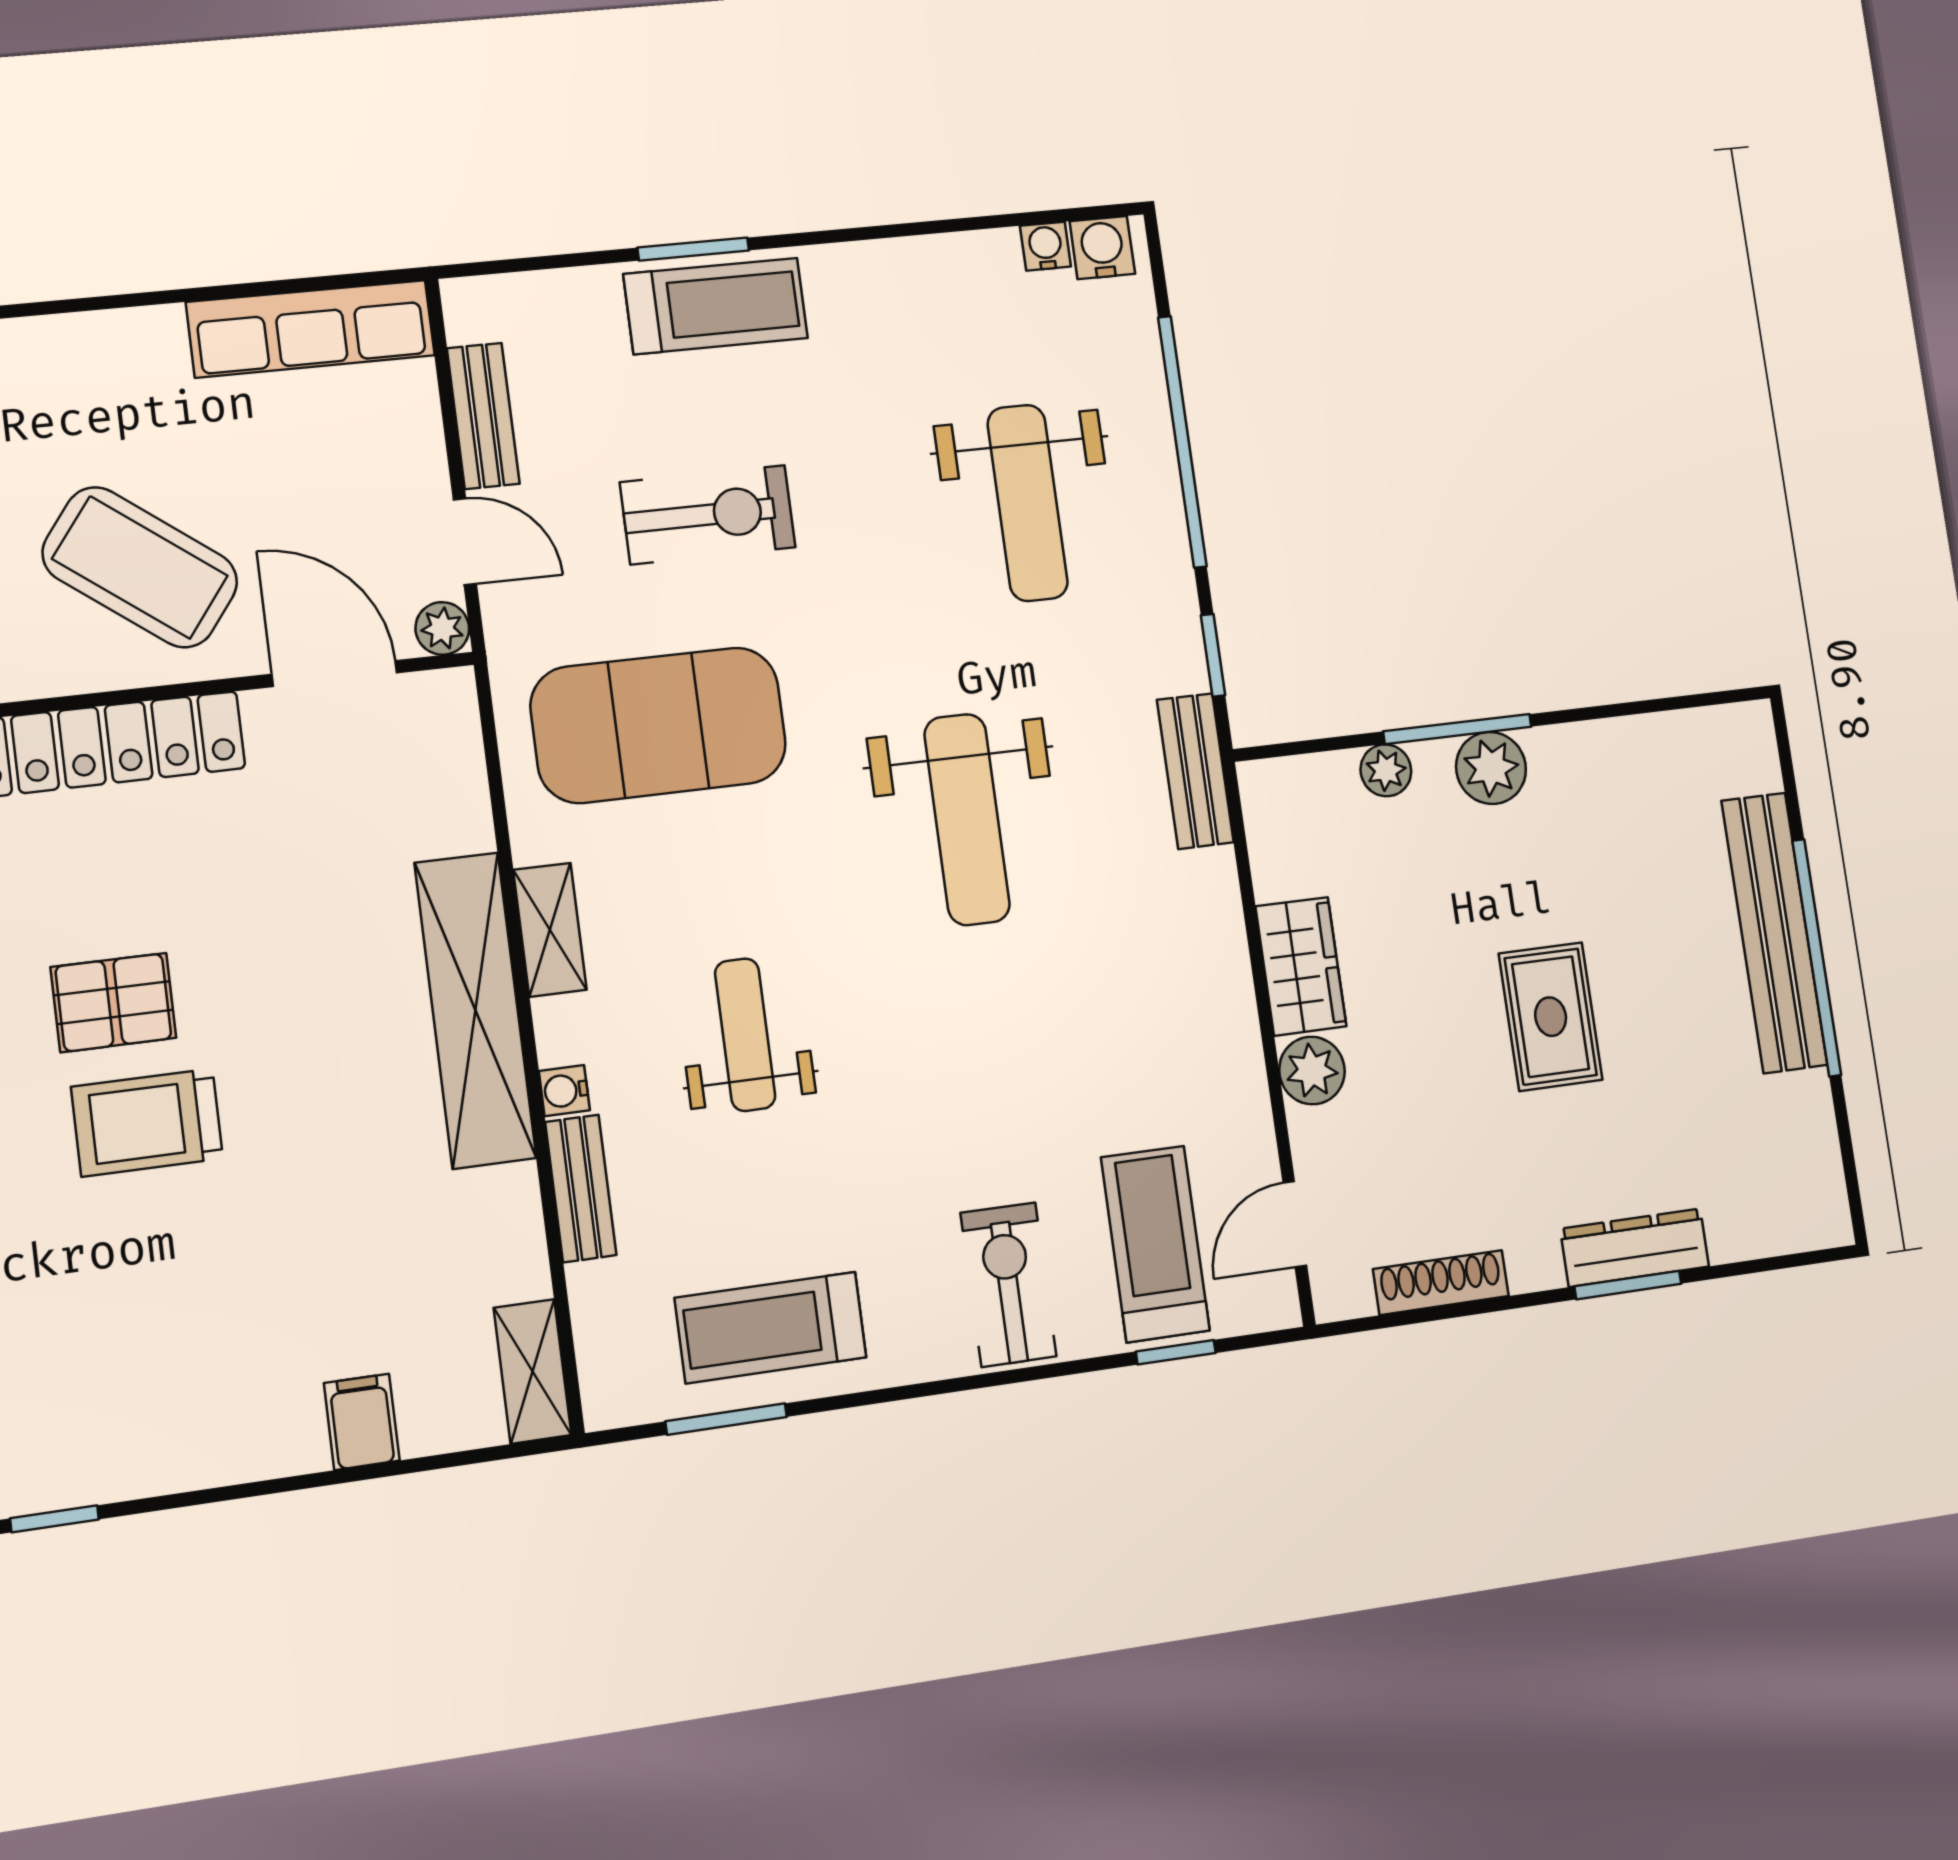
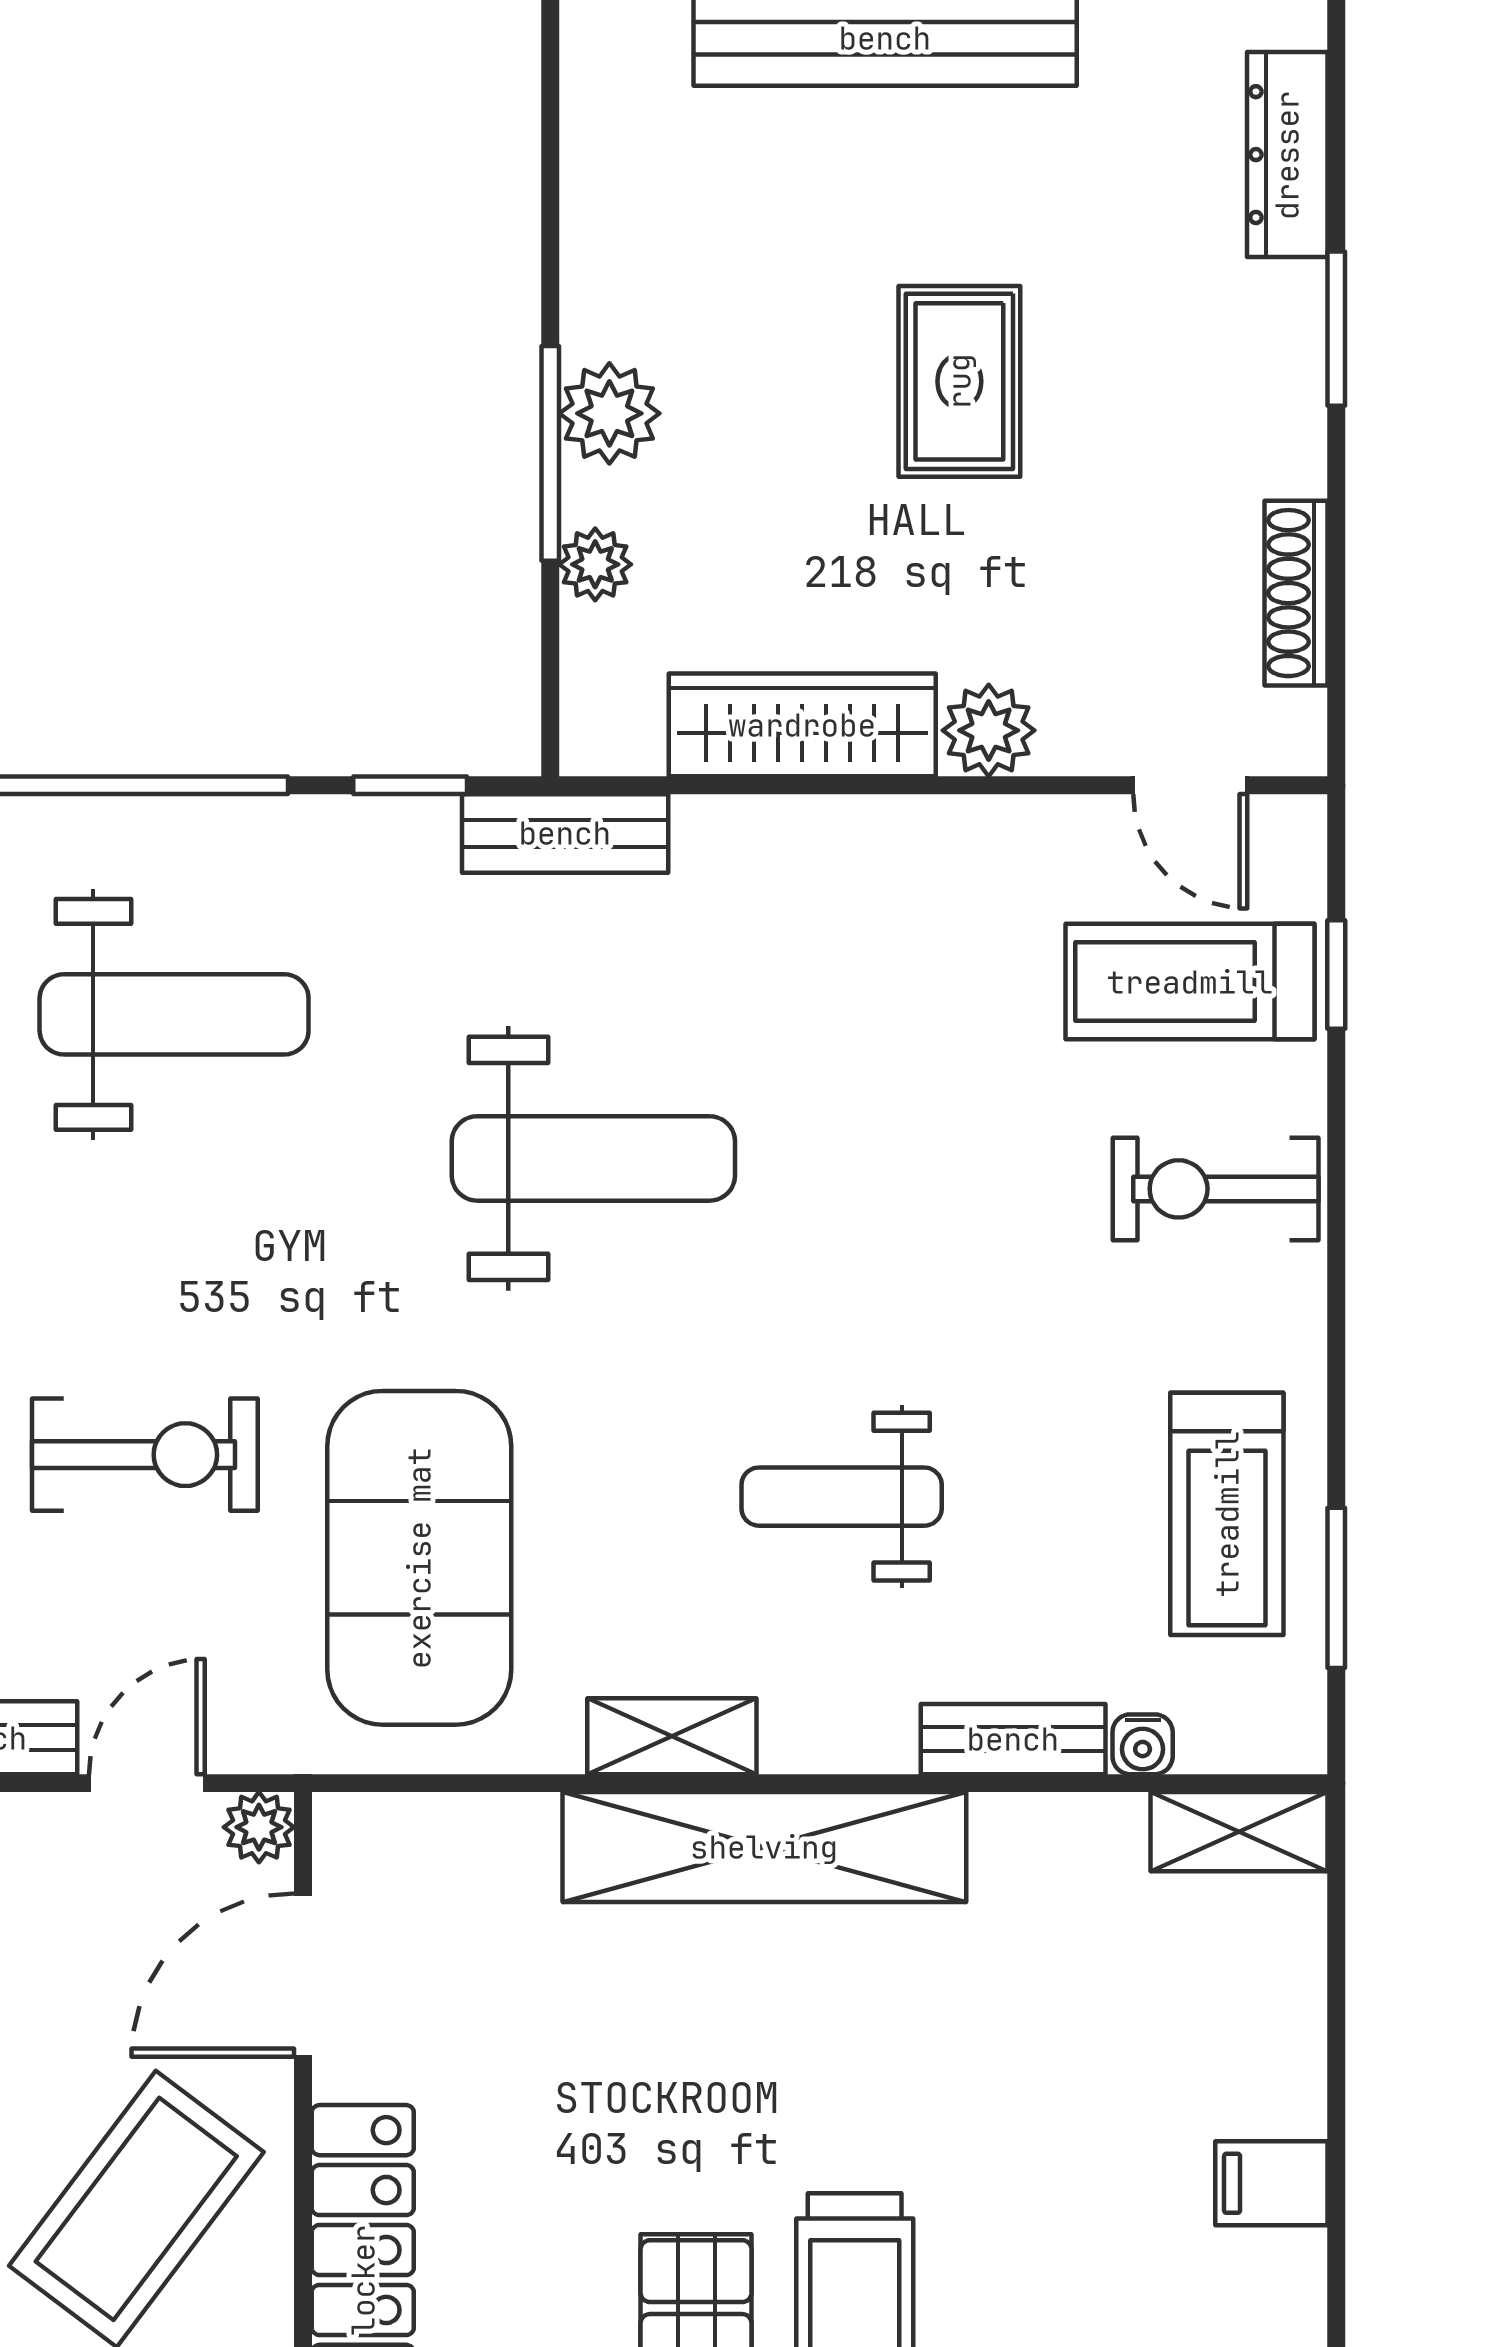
exercise bike: (708, 515) -> (145, 1455), turned 90
wardrobe: (1301, 966) -> (802, 725), width x1.50
rug: (1551, 1017) -> (959, 381), turned 90
water cooler: (564, 1091) -> (1143, 1744), moved
dresser: (1635, 1248) -> (1287, 155), moved
filing cabinet: (362, 1422) -> (1271, 2183), moved

